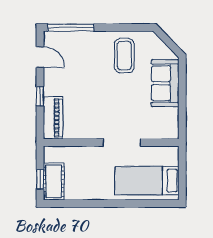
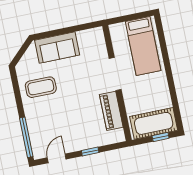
piano: (53, 118) -> (111, 111), moved, turned -90
cot: (54, 181) -> (154, 123), width x1.37, depth x1.34

